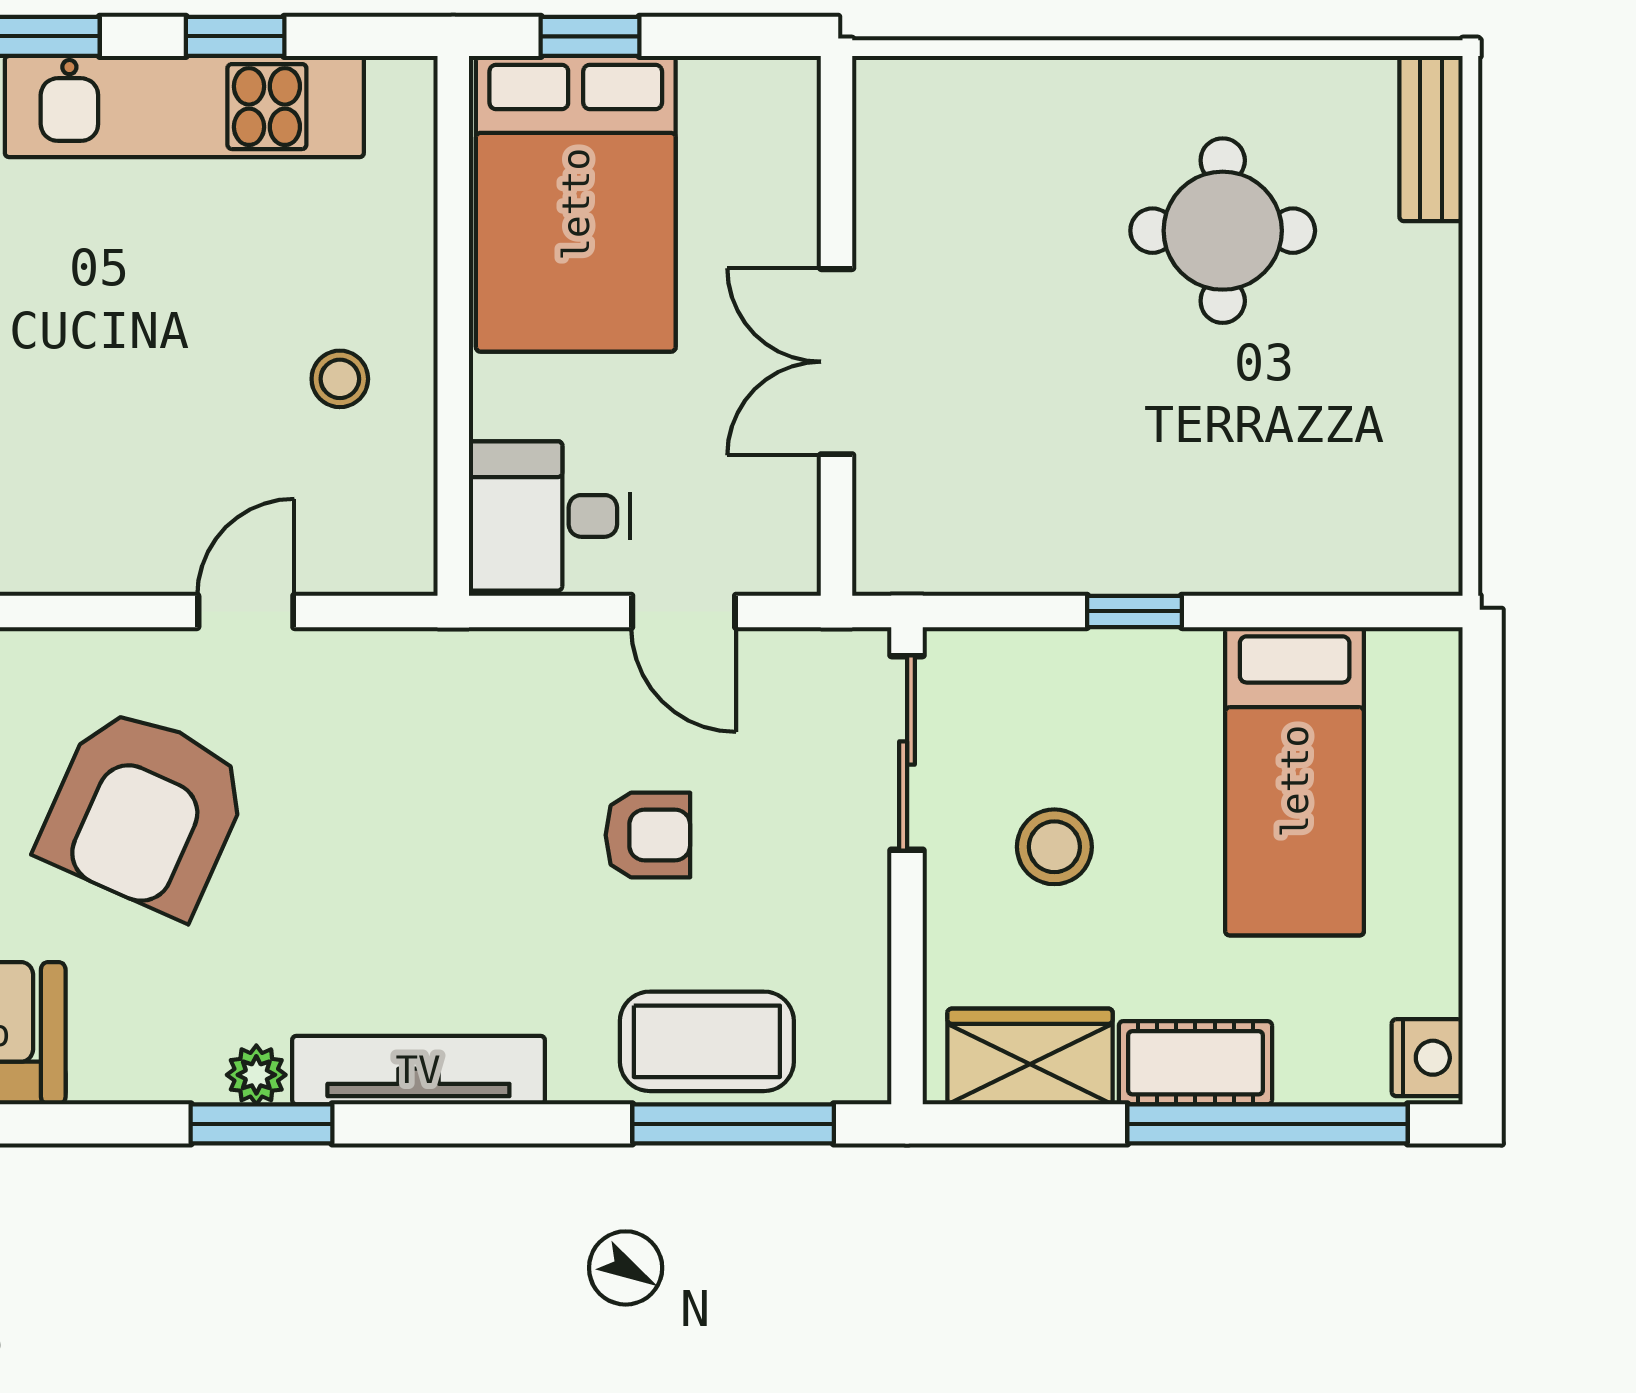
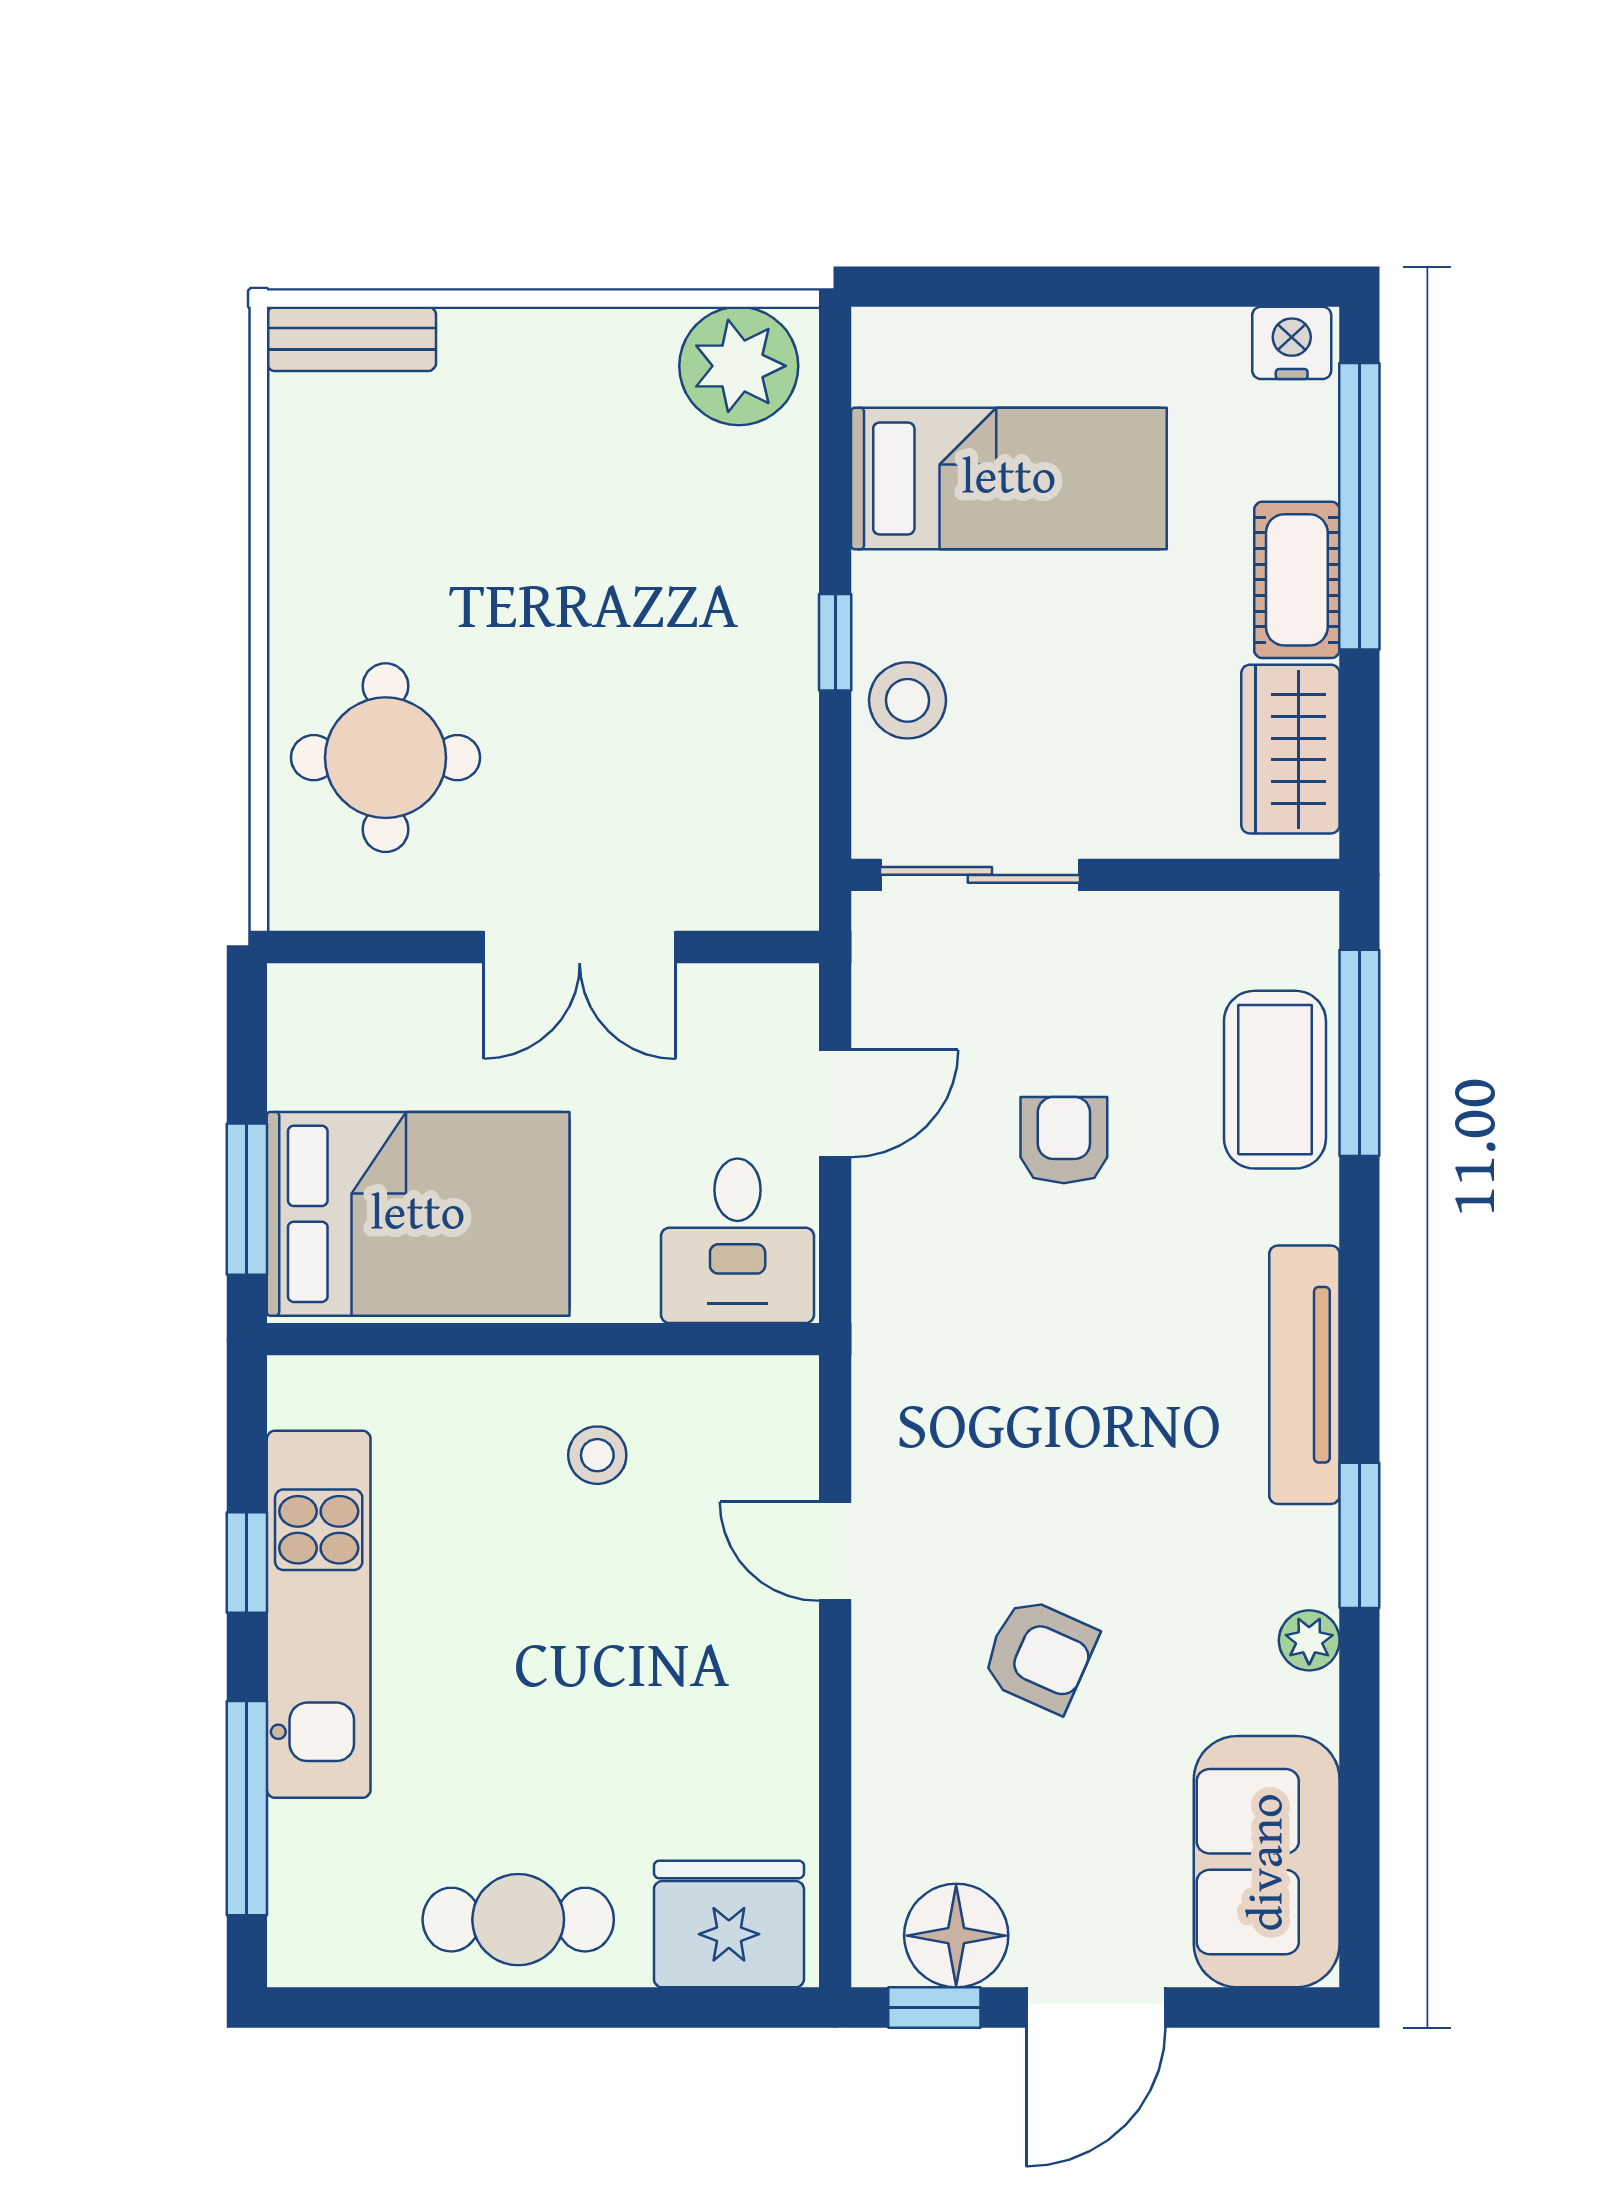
window: (590, 36) -> (247, 1199), width x1.50
round table: (1223, 231) -> (386, 758), moved
plant: (1405, 517) -> (739, 366), added
armchair: (145, 811) -> (1039, 1655), width x0.53, depth x0.53
stool: (1054, 847) -> (907, 700), moved
plant: (256, 1075) -> (1309, 1640), moved

